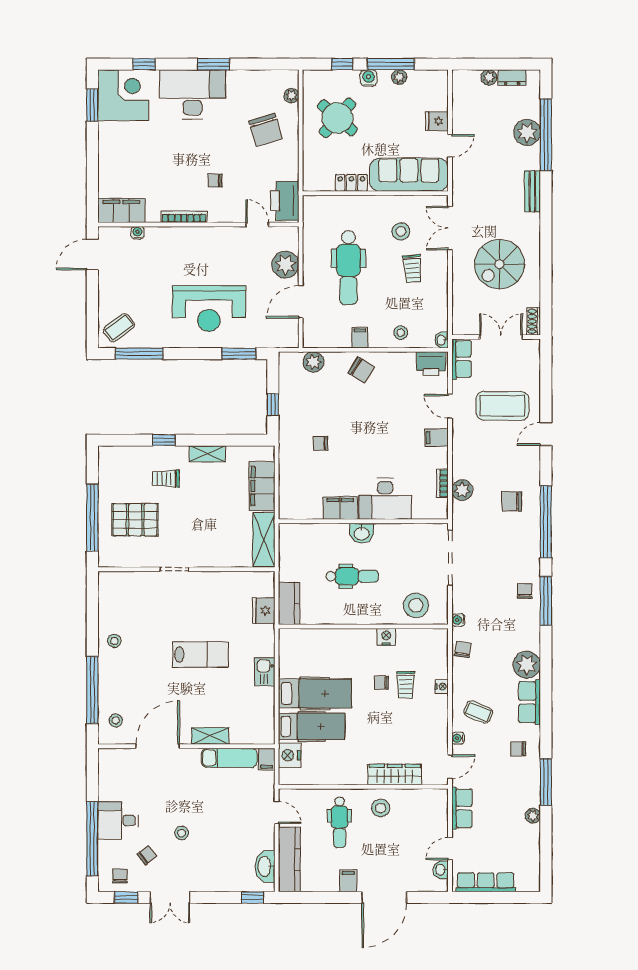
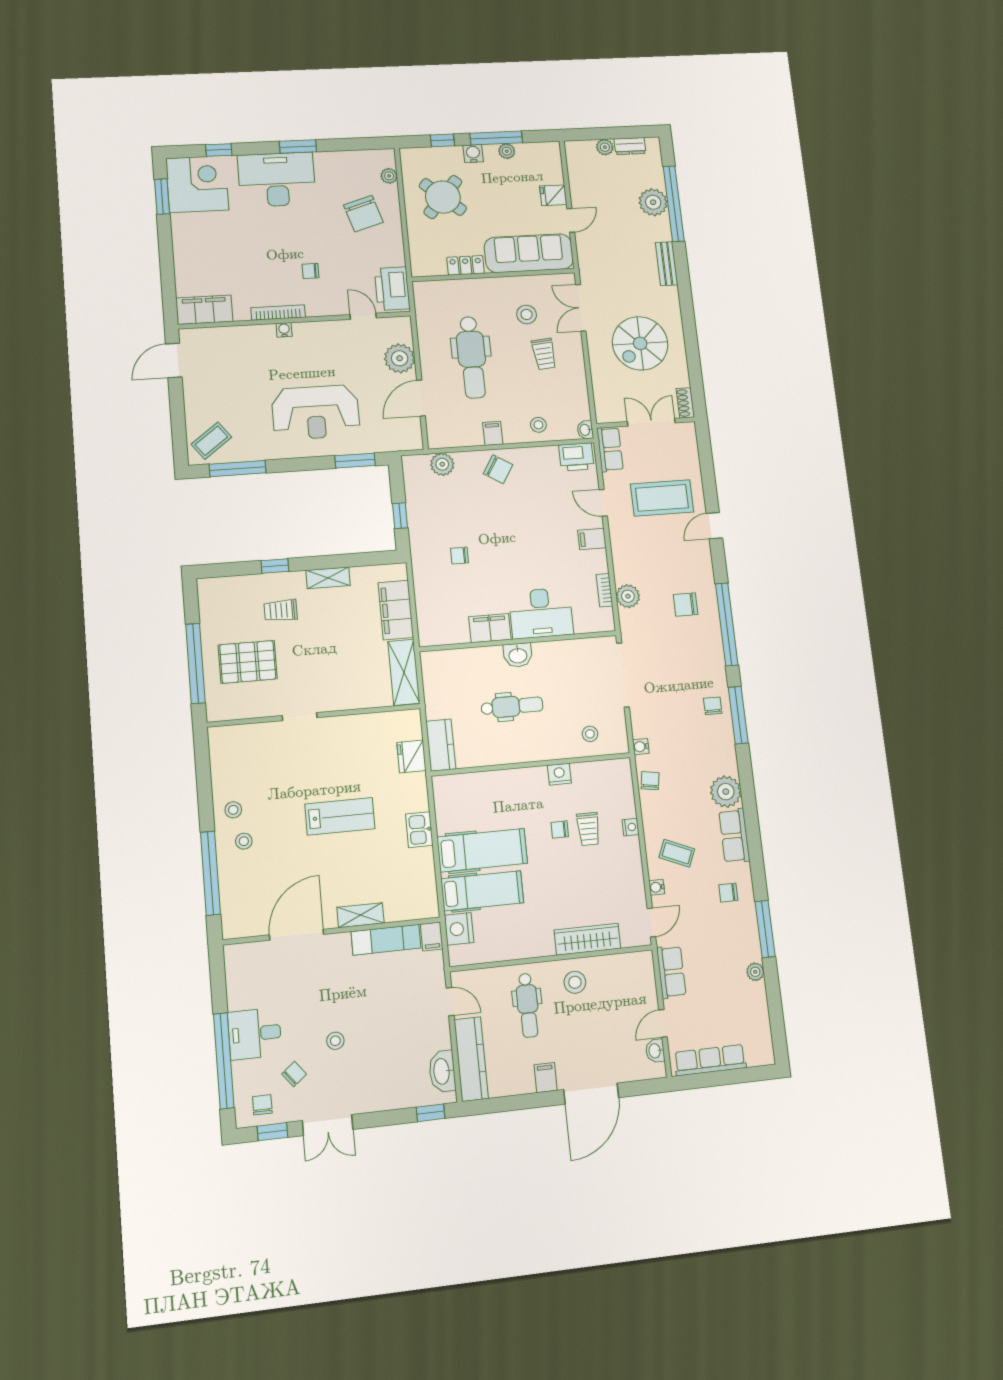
water cooler: (137, 233) -> (284, 330), moved
stool: (416, 605) -> (590, 734), width x0.53, depth x0.53
stool: (116, 720) -> (244, 841), moved

